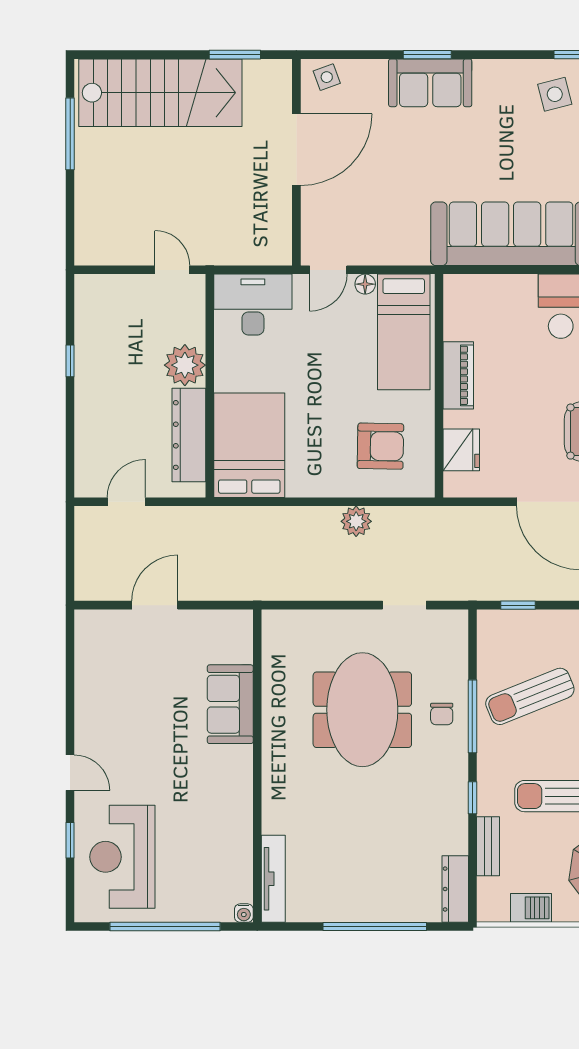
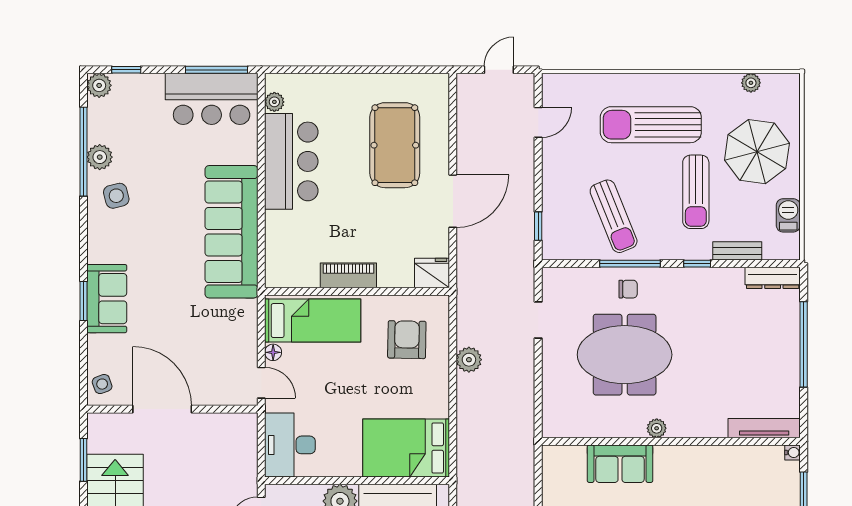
fridge: (461, 450) -> (432, 273), moved
plant: (273, 749) -> (657, 428), added

